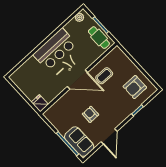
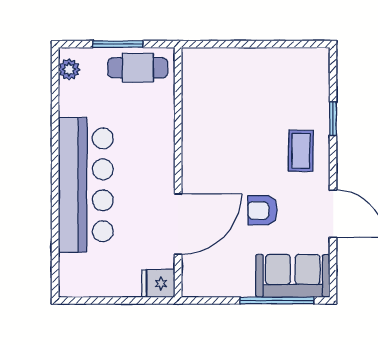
bar counter: (55, 49) -> (86, 185), width x1.36
coffee table: (104, 76) -> (301, 151), moved
door: (77, 80) -> (178, 224), moved
armchair: (135, 87) -> (287, 85), removed

